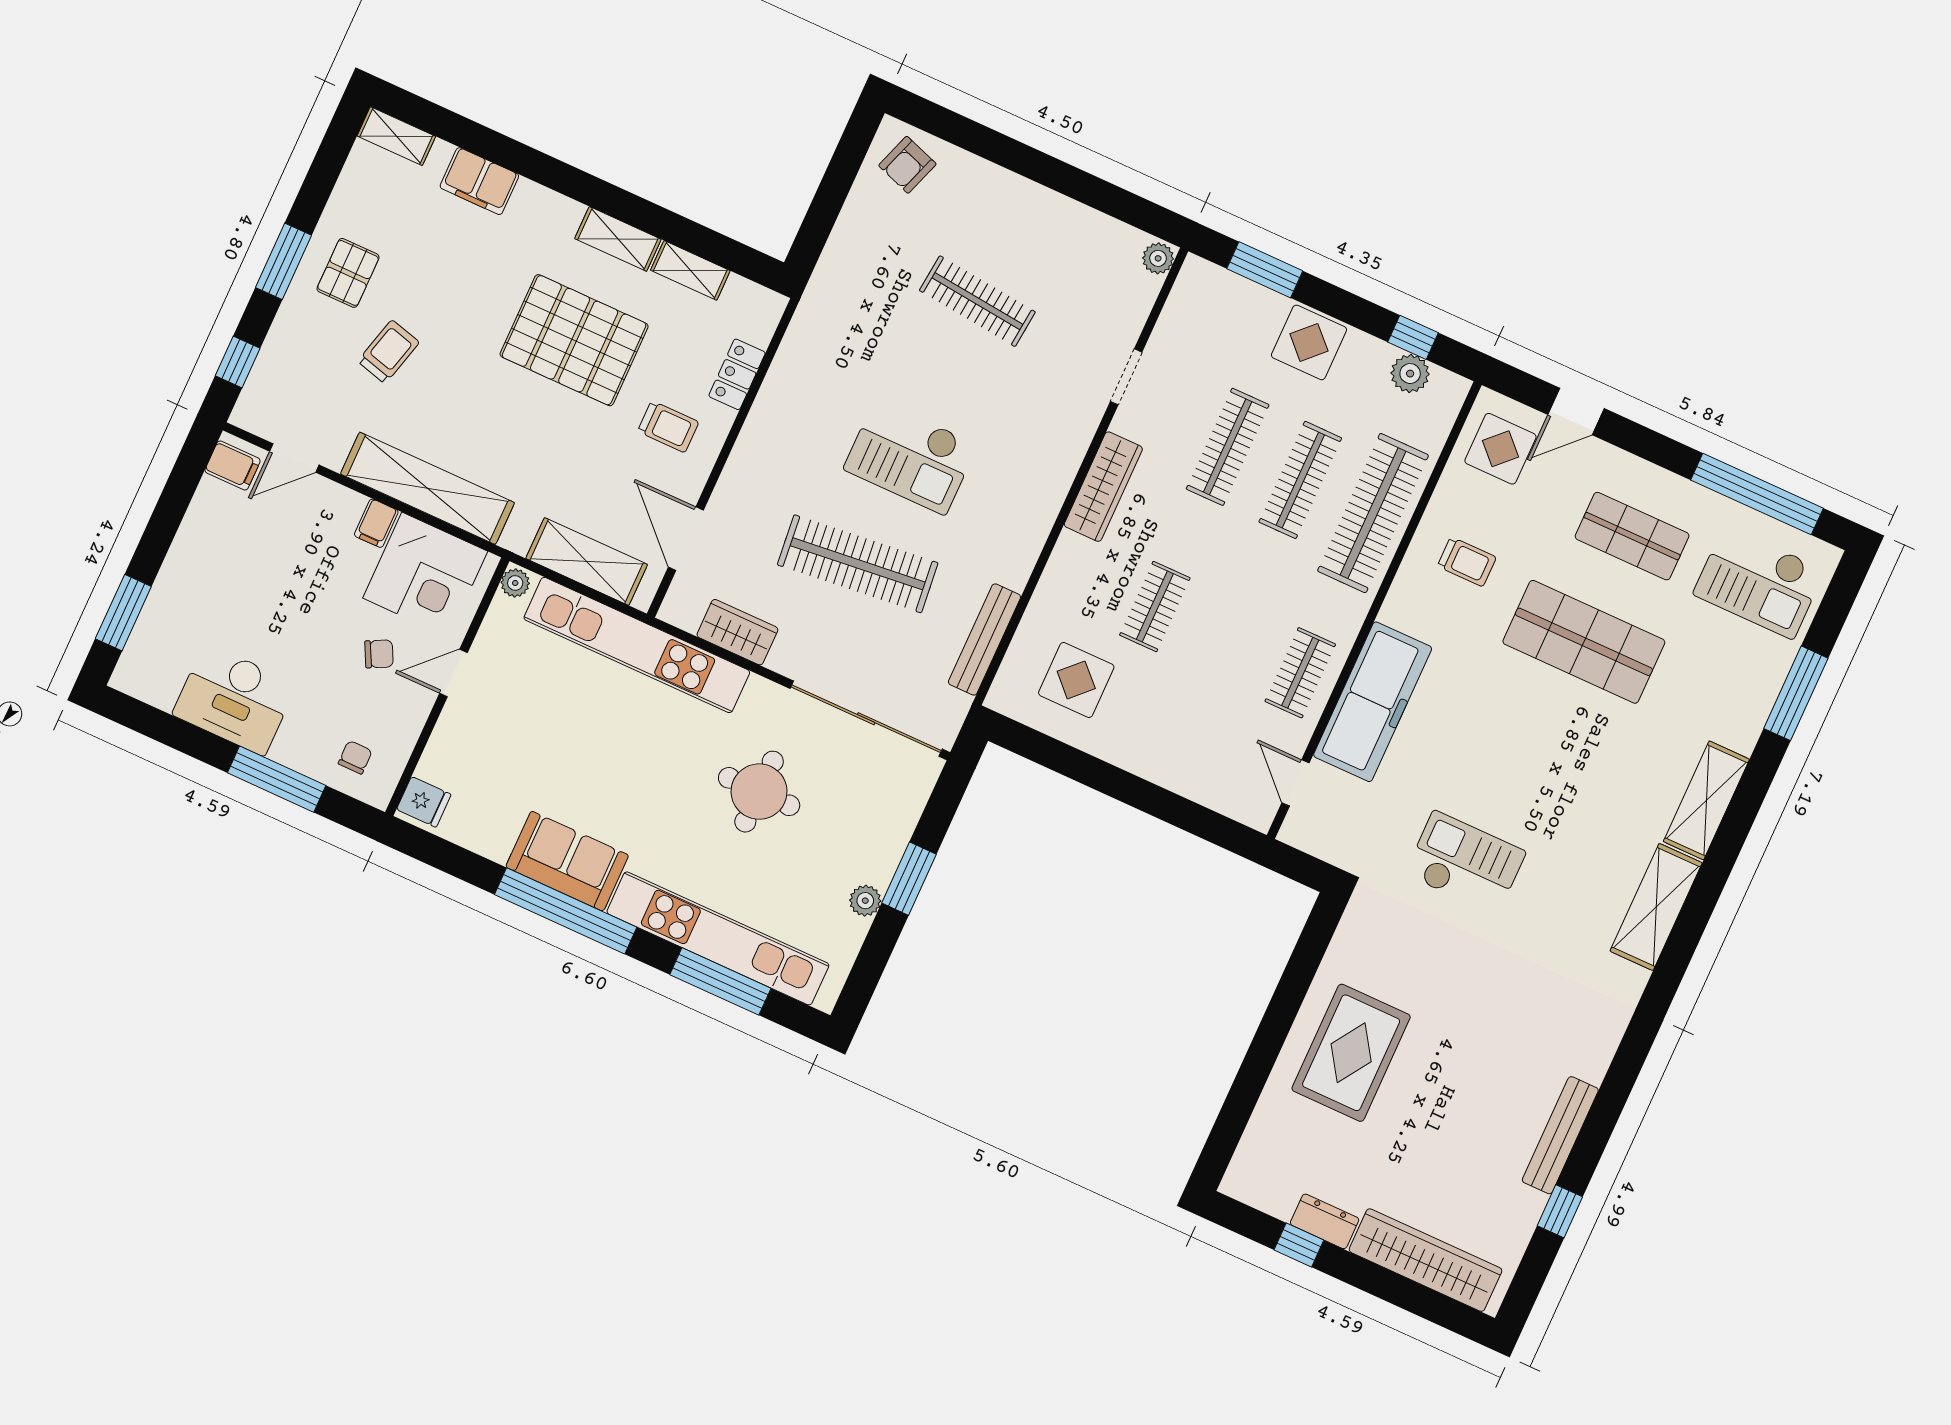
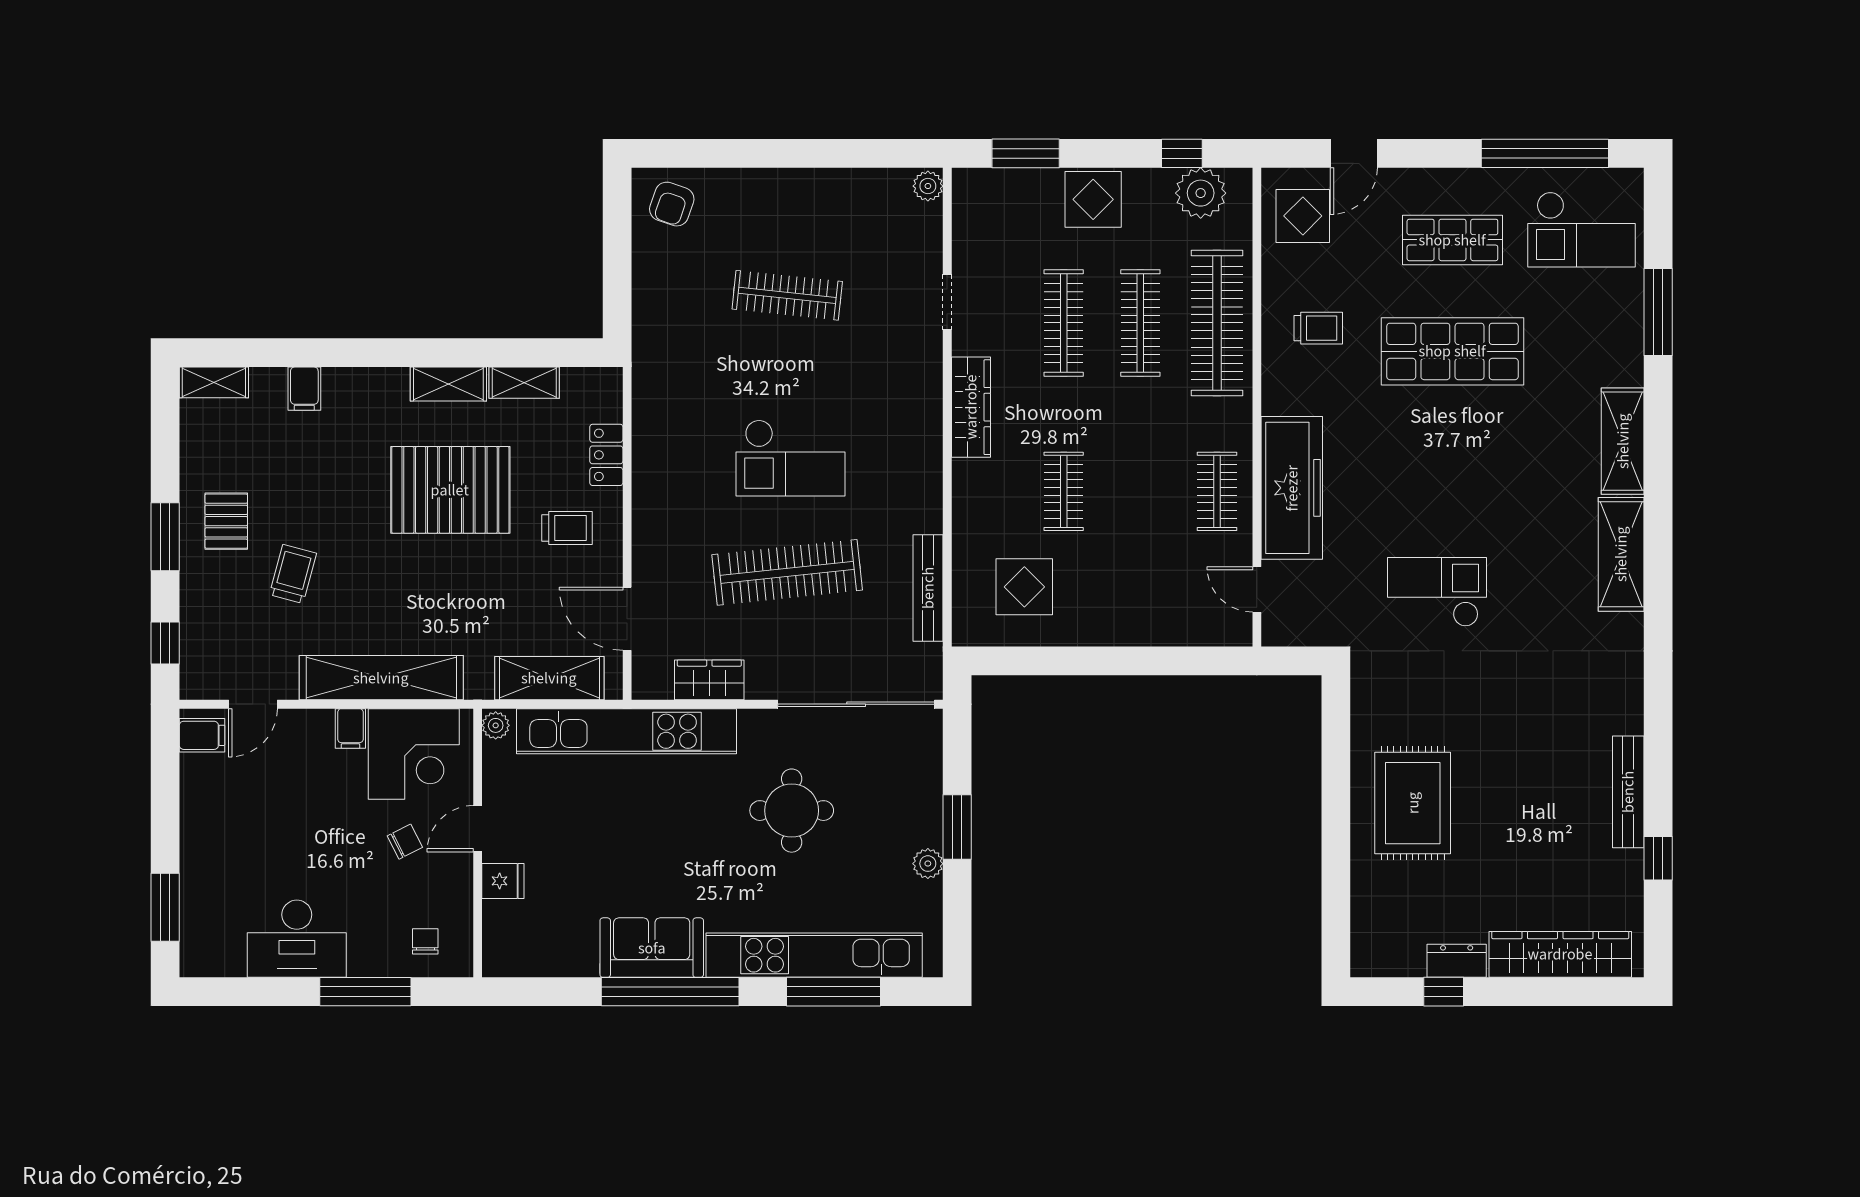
filing cabinet: (479, 181) -> (304, 389), width x0.50
plant: (1410, 374) -> (1201, 193), width x1.36, depth x1.36
fridge: (424, 802) -> (503, 881), moved

